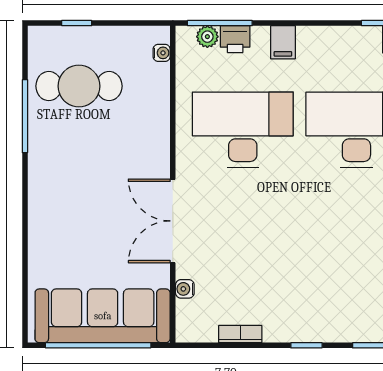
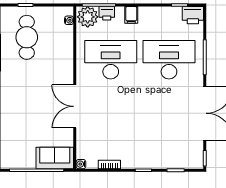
plant: (207, 37) -> (88, 17), width x1.87, depth x1.87
cafe table: (79, 86) -> (27, 37), turned 90
water cooler: (185, 289) -> (81, 164), moved
sofa: (103, 316) -> (55, 158), width x0.54, depth x0.79

